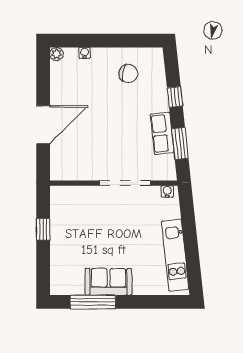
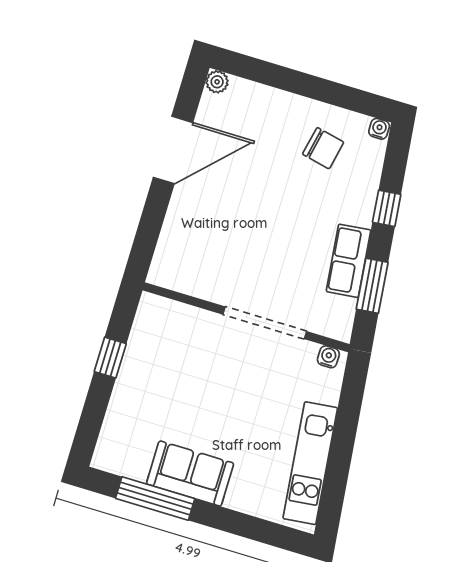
water cooler: (85, 53) -> (379, 129), moved
door: (43, 125) -> (173, 150), moved

